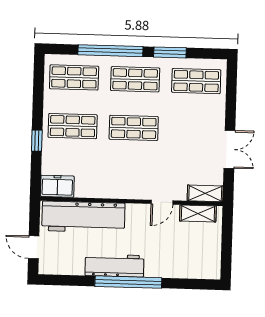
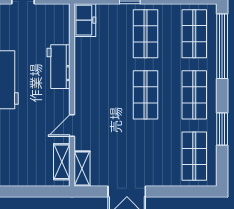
window: (110, 51) -> (222, 46), moved
door: (162, 202) -> (72, 126), hinge flipped
workbench: (83, 217) -> (58, 67), width x0.53, depth x0.76

